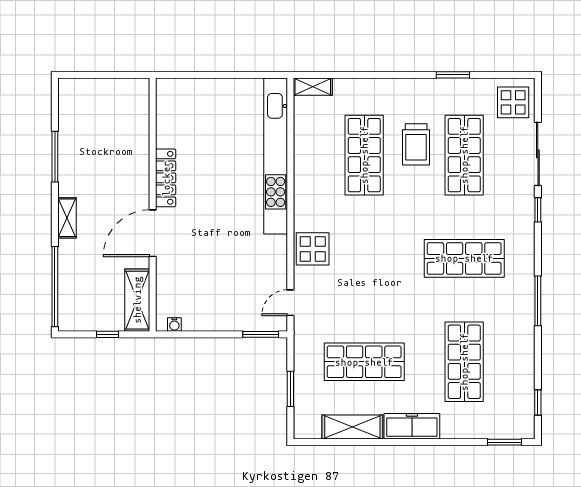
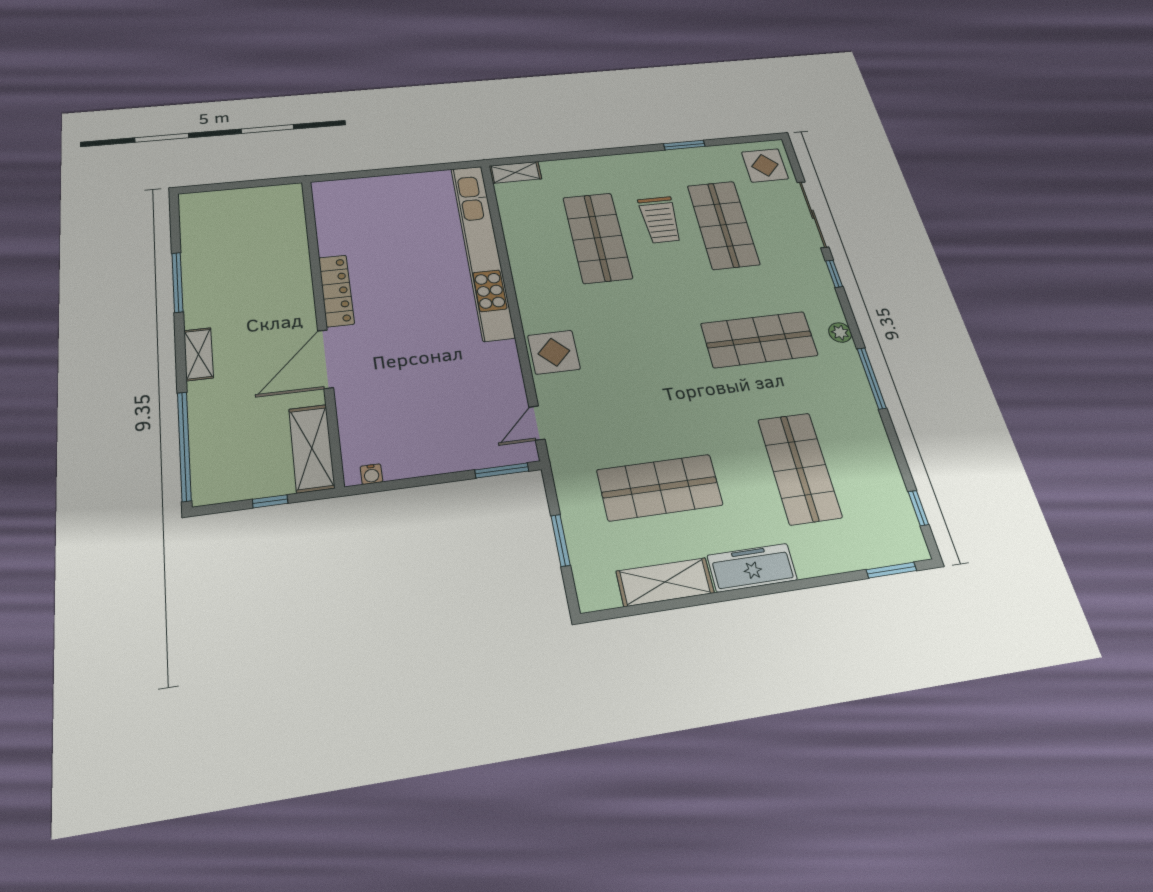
plant: (526, 261) -> (840, 332), added

